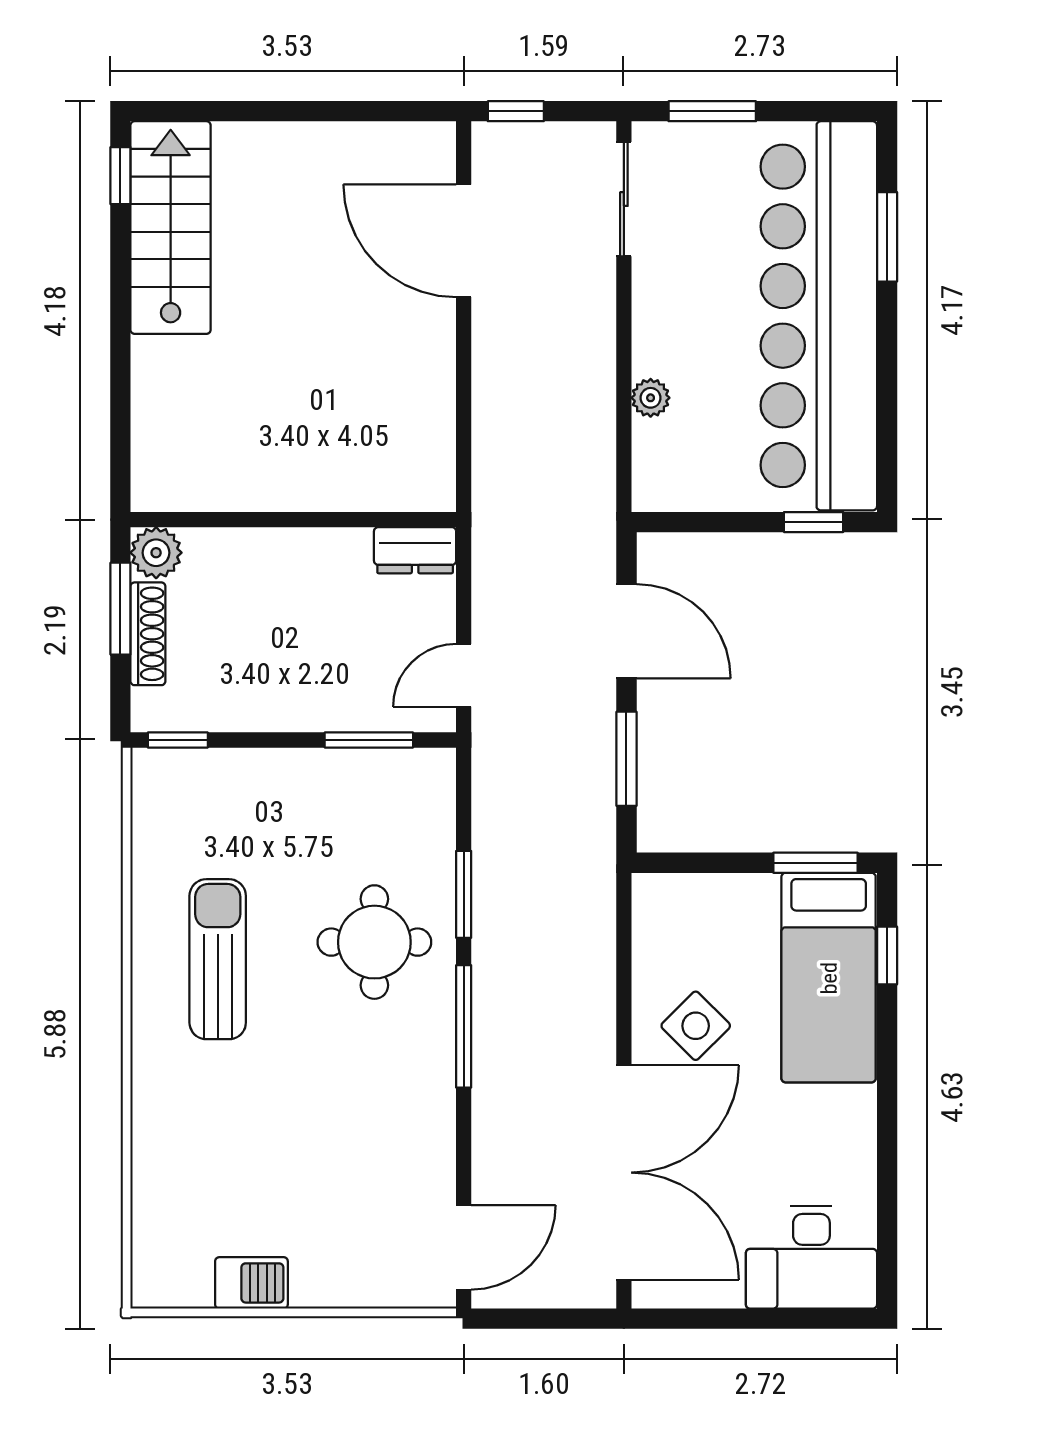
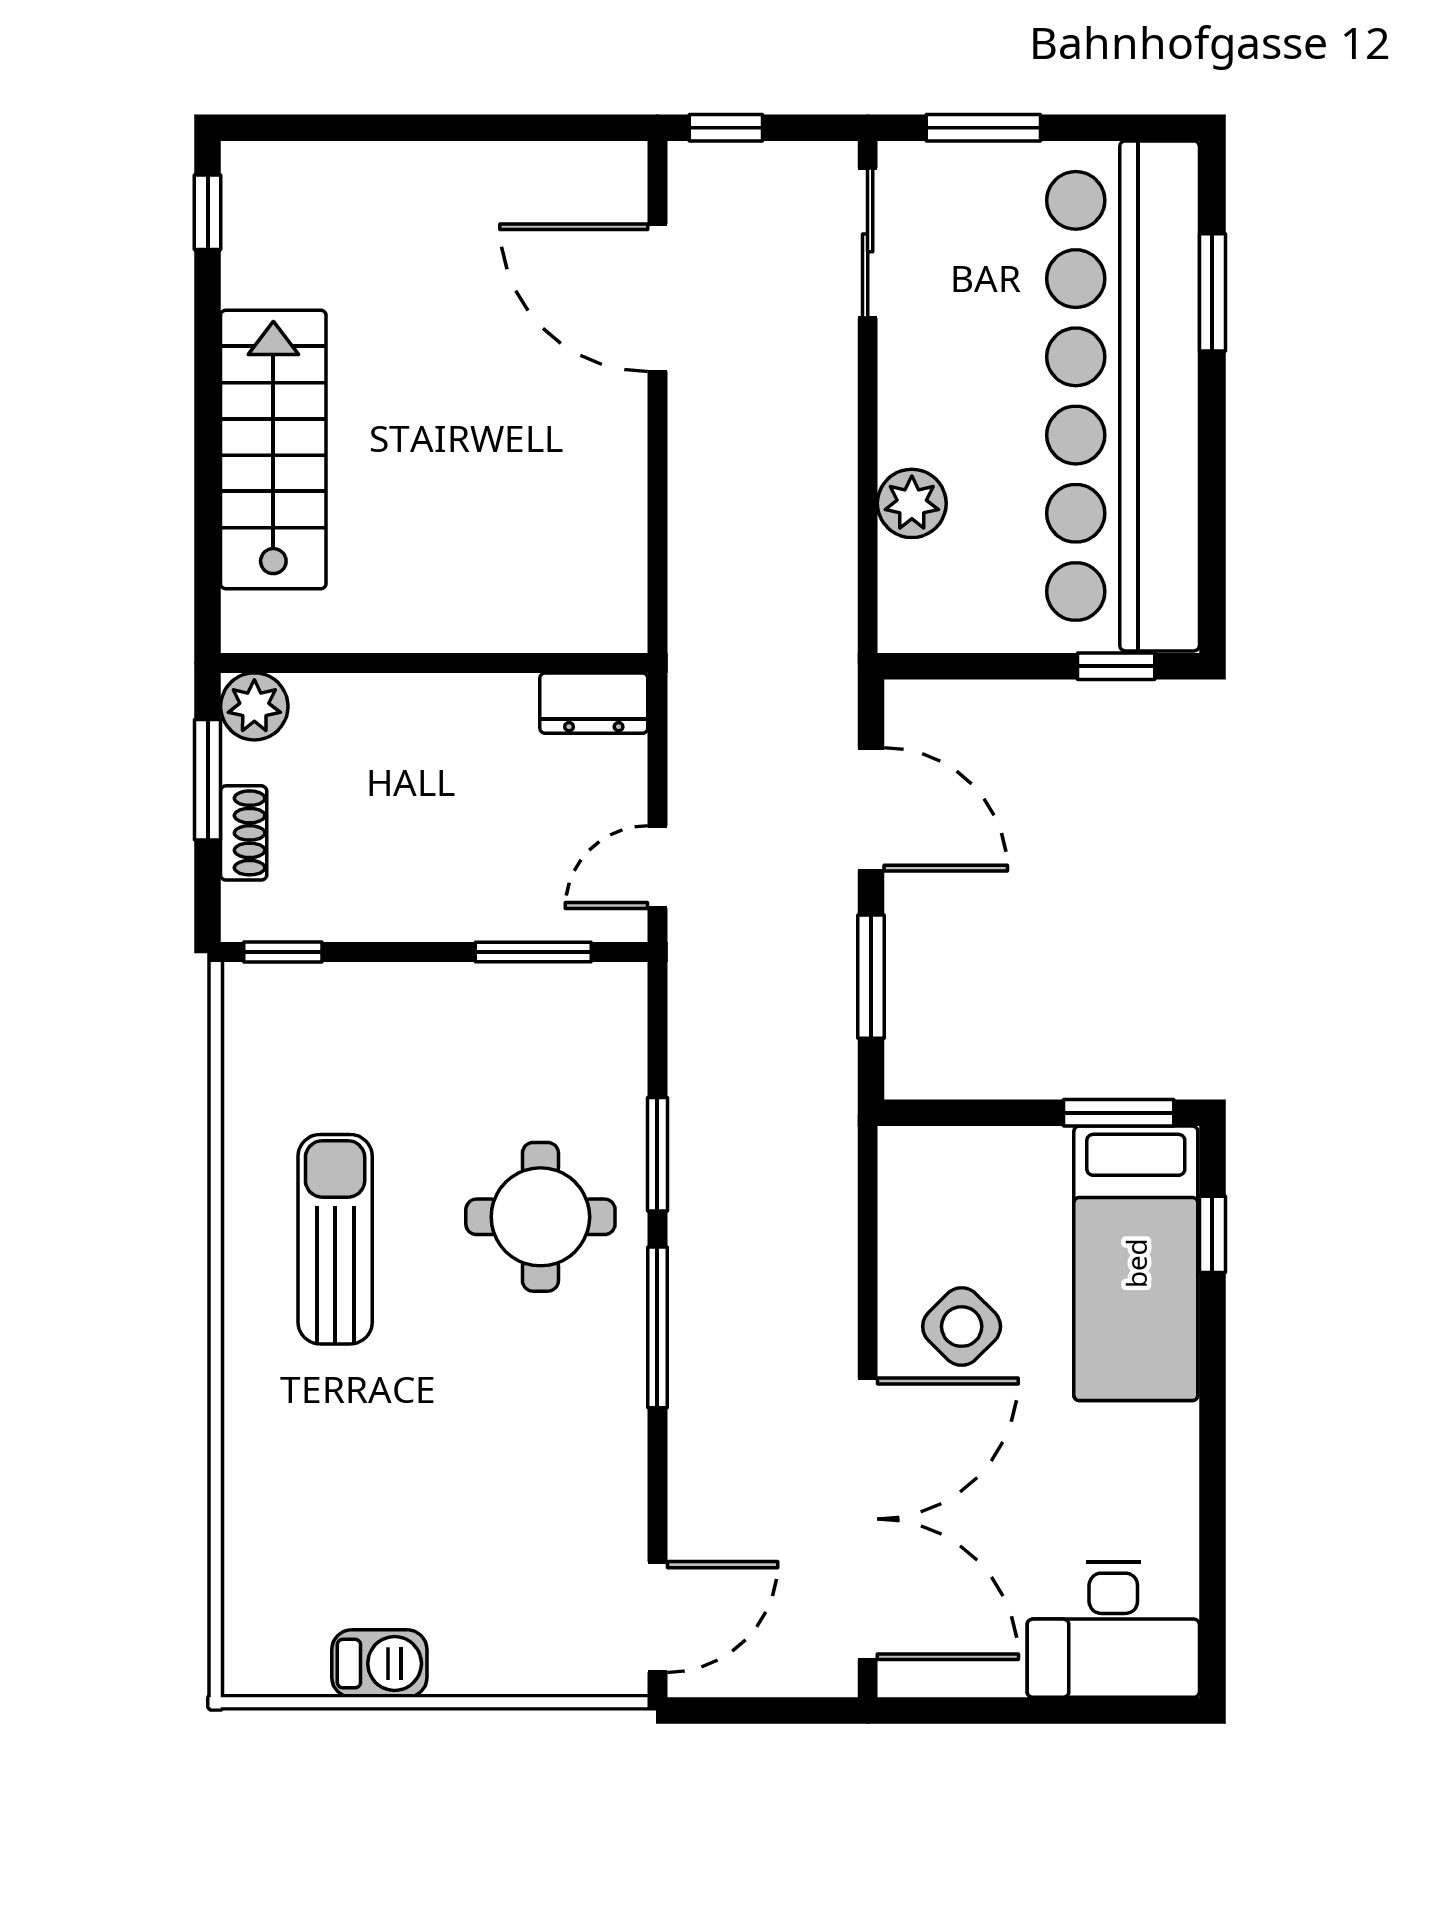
stairs: (171, 228) -> (273, 450), moved
plant: (651, 398) -> (912, 503), width x1.38, depth x1.38
shoe rack: (148, 634) -> (244, 833), width x0.70

